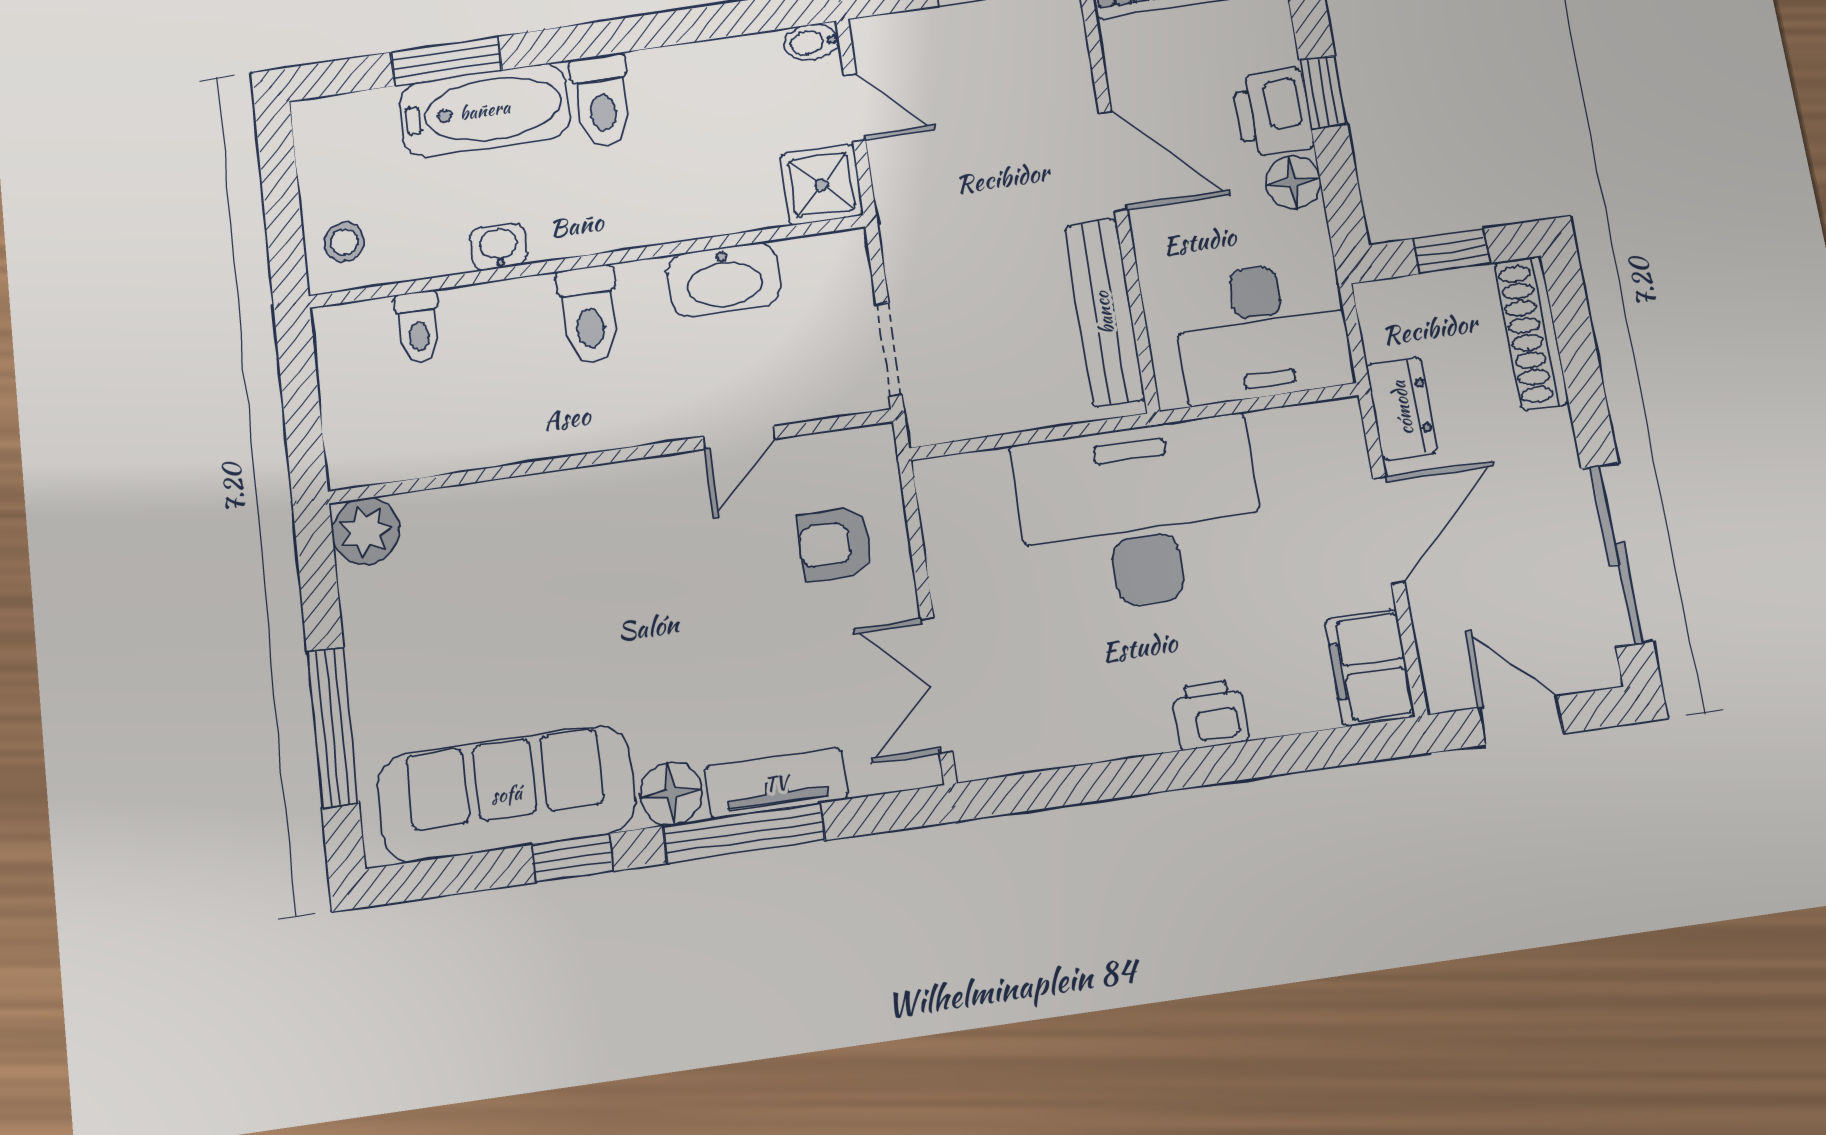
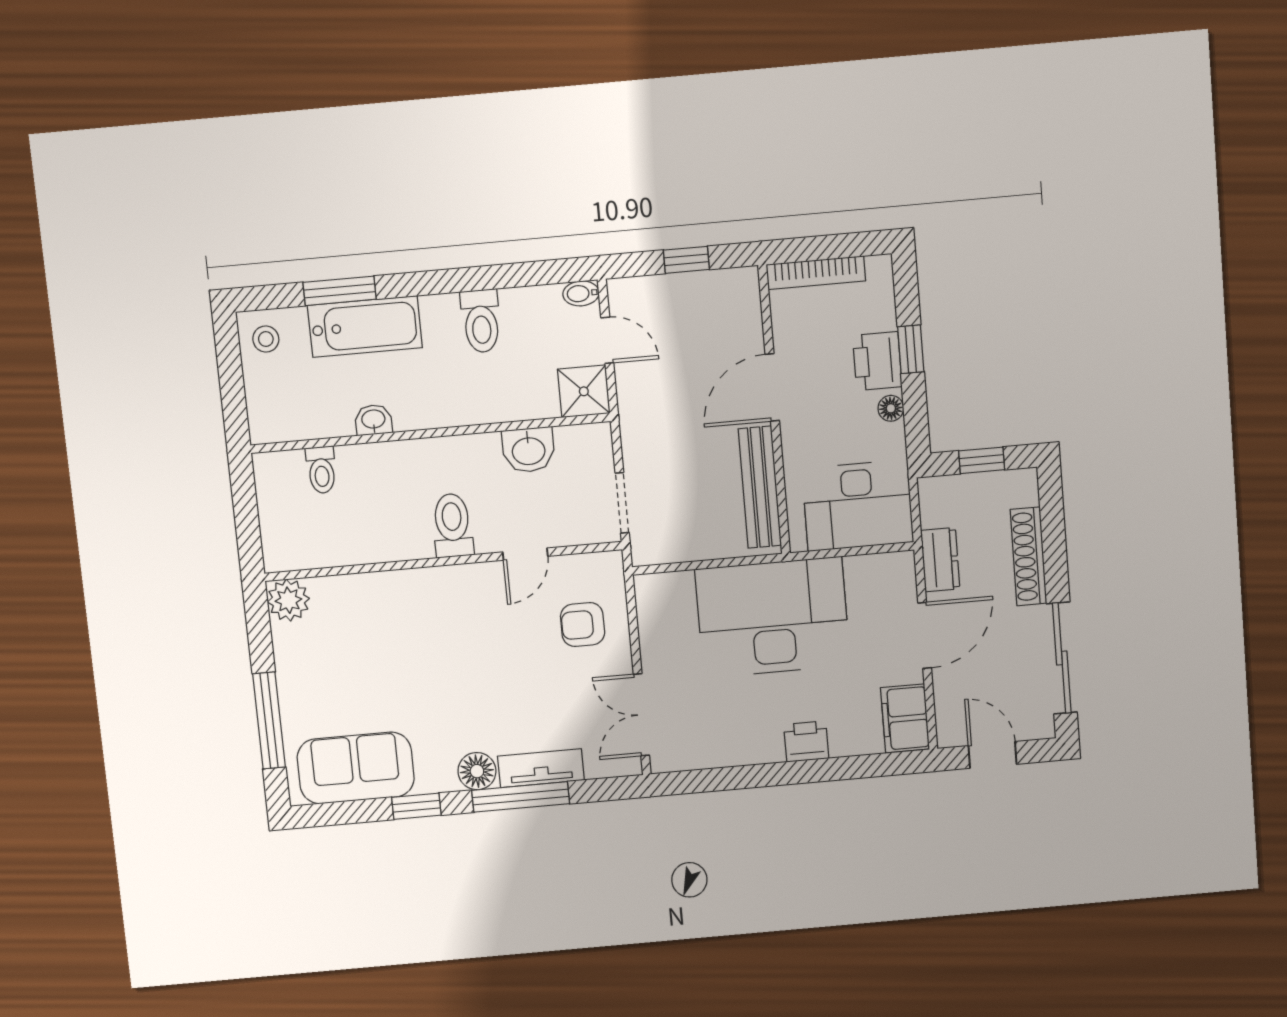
toilet: (602, 100) -> (481, 321), moved
door: (1113, 161) -> (772, 387), swing flipped
floor lamp: (1293, 182) -> (891, 408), width x0.73, depth x0.73
stool: (344, 242) -> (266, 339), moved
washbasin: (724, 280) -> (528, 450), width x0.72
toilet: (589, 315) -> (452, 525), moved, turned 180
shoe rack: (1531, 333) -> (1028, 556), moved
sofa: (506, 794) -> (356, 768), width x0.73

